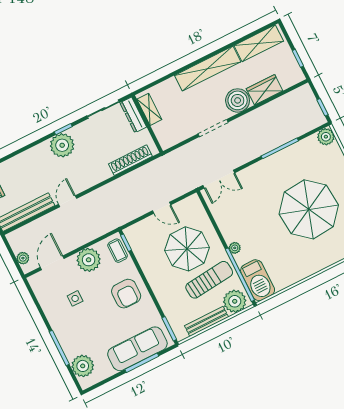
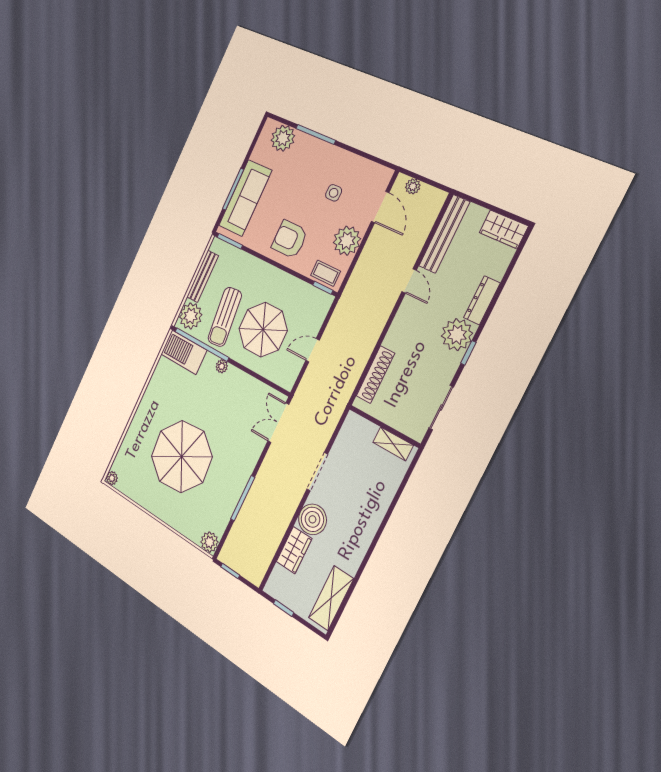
shelving: (208, 69) -> (364, 533), removed
dresser: (133, 115) -> (482, 300), moved, turned -90

